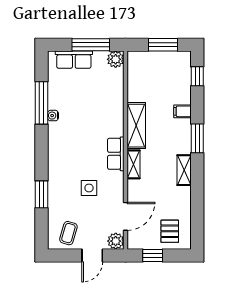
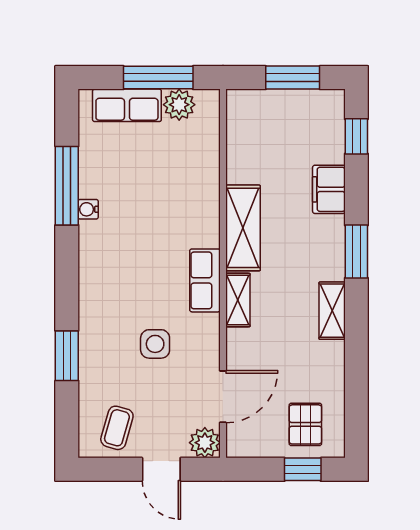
plant: (116, 59) -> (179, 105), moved
filing cabinet: (182, 111) -> (329, 189), width x2.00
door: (92, 255) -> (161, 469), hinge flipped
window: (153, 255) -> (303, 469), moved

